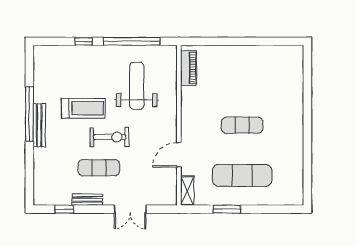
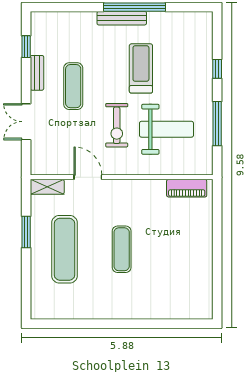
window: (132, 41) -> (217, 124), width x0.68
treadmill: (83, 108) -> (141, 68), turned 180
exercise bike: (110, 137) -> (117, 125), moved

